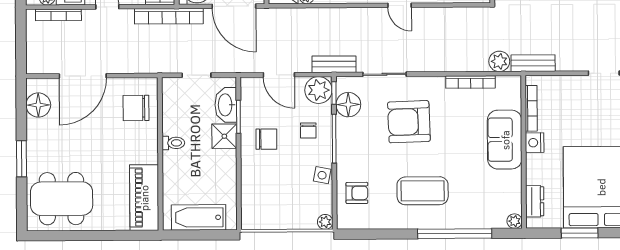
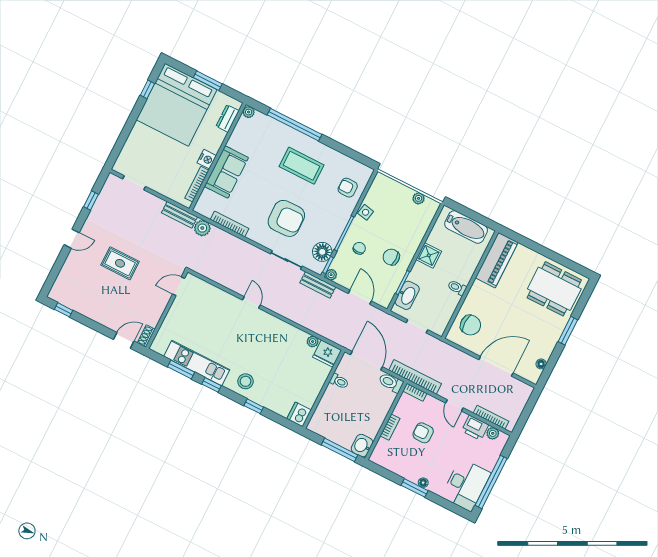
plant: (318, 90) -> (331, 275), width x0.53, depth x0.53
floor lamp: (38, 105) -> (541, 364), width x0.53, depth x0.53
shower: (224, 136) -> (429, 255), moved
plant: (325, 222) -> (419, 198), moved

